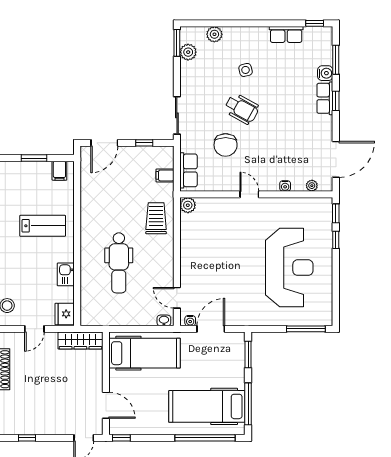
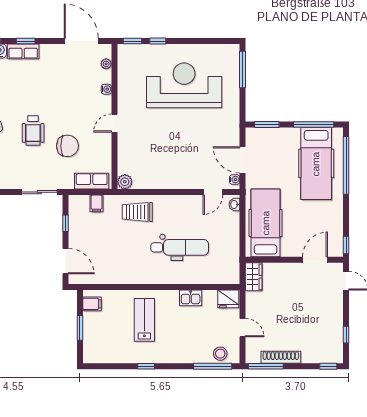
wheelchair: (242, 109) -> (33, 131), turned 151
wardrobe: (80, 341) -> (254, 277), width x0.67

